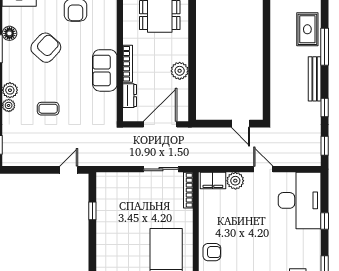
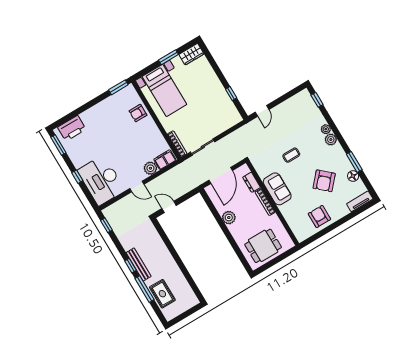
window: (325, 108) -> (131, 266), moved
coffee table: (48, 109) -> (291, 155), moved

